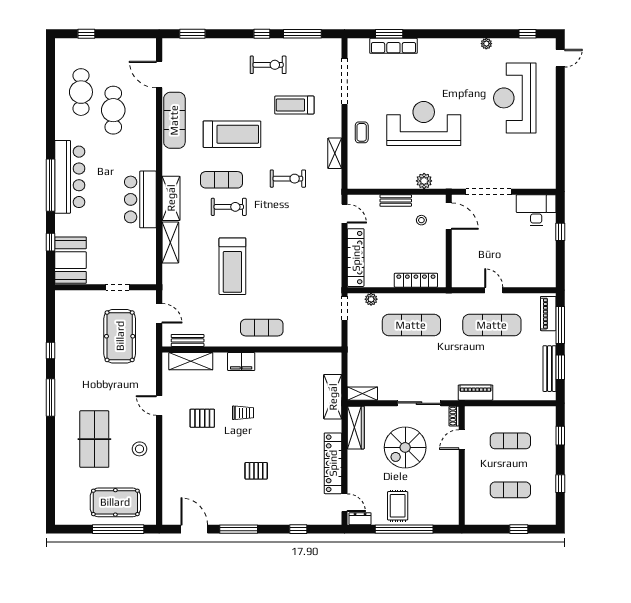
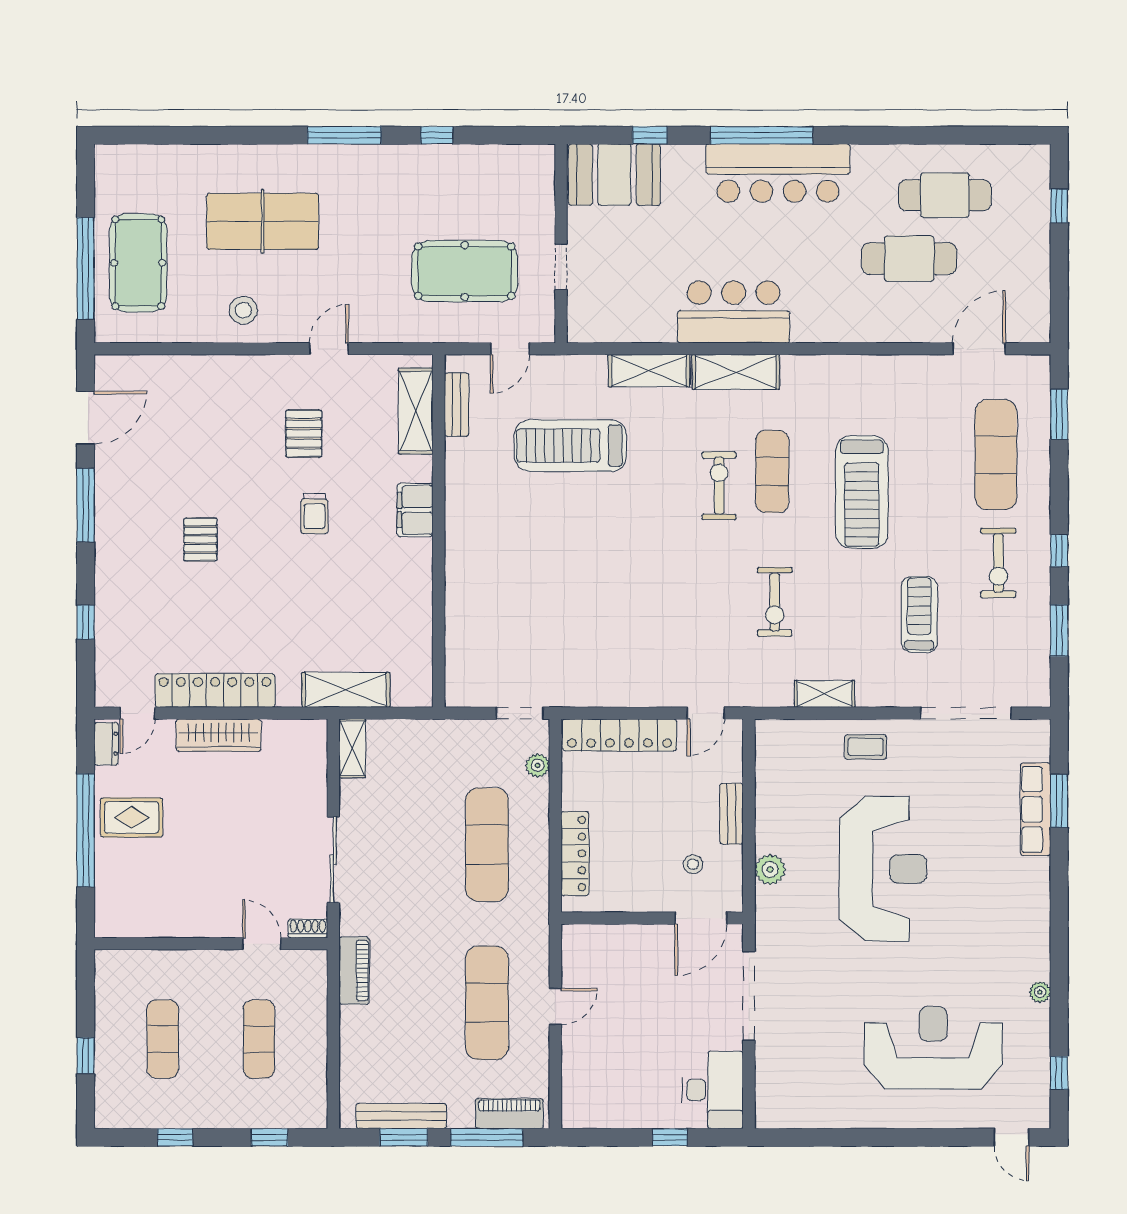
window: (302, 34) -> (1059, 630), width x0.69
exercise mat: (174, 120) -> (996, 455), moved, turned 90
exercise bike: (229, 207) -> (719, 486), turned 180
treadmill: (232, 266) -> (570, 446), moved
exercise mat: (262, 328) -> (482, 551), removed
wardrobe: (356, 428) -> (219, 735), moved
spiral stairs: (405, 447) -> (246, 832), removed

